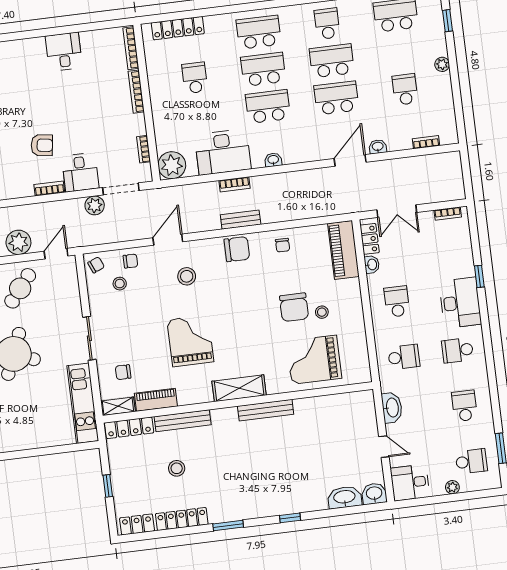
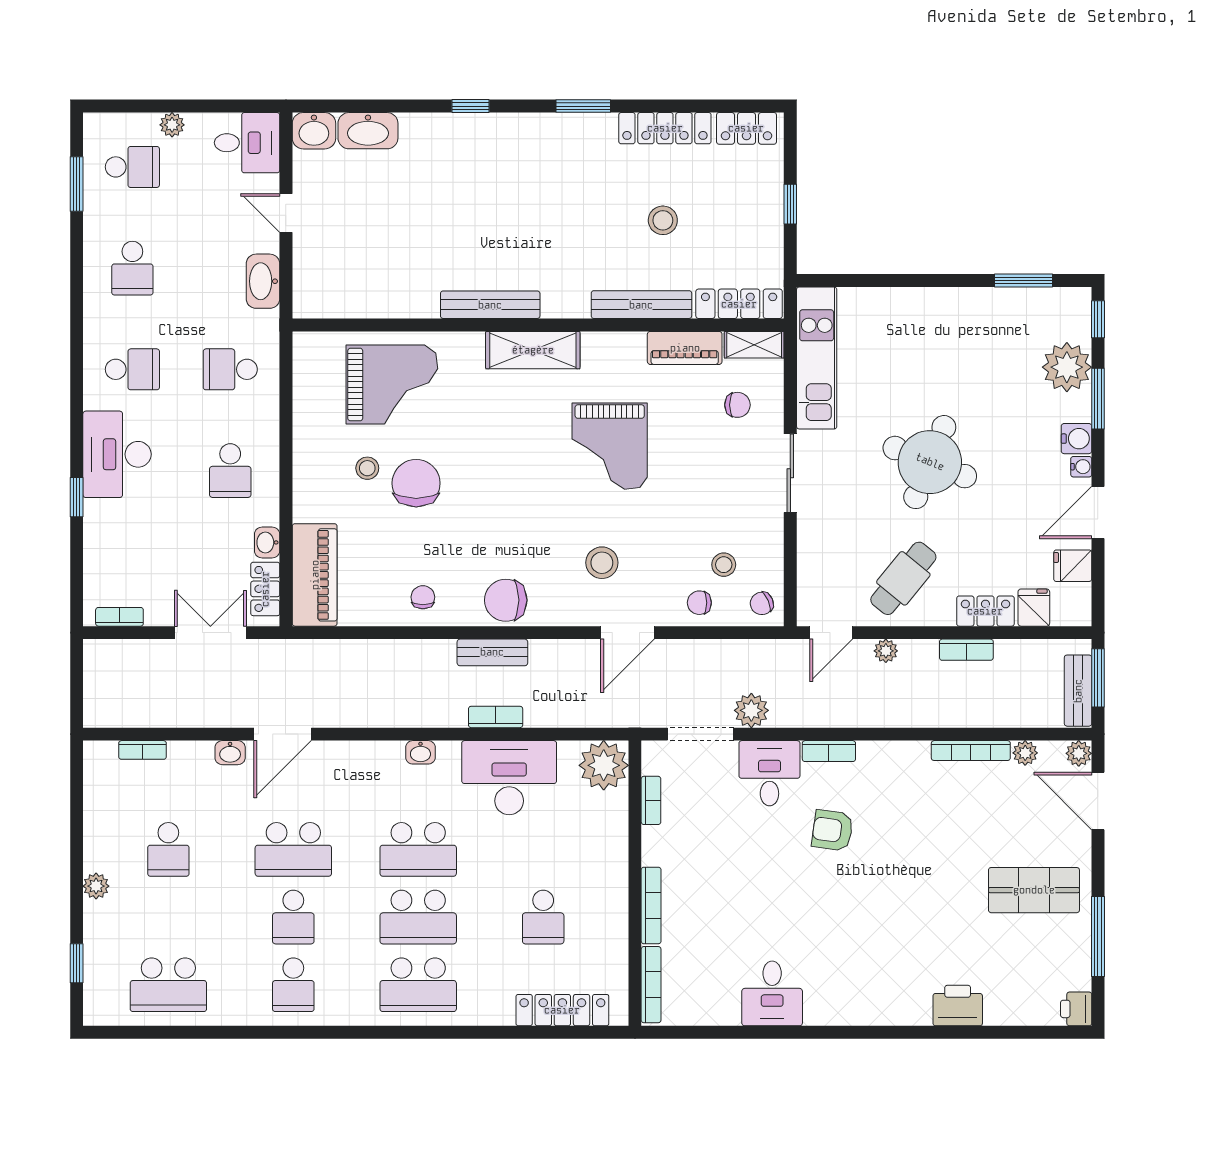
school desk: (332, 61) -> (293, 917), width x0.54
plant: (18, 242) -> (886, 651), width x0.53, depth x0.53
school desk: (471, 461) -> (132, 167), turned 180

